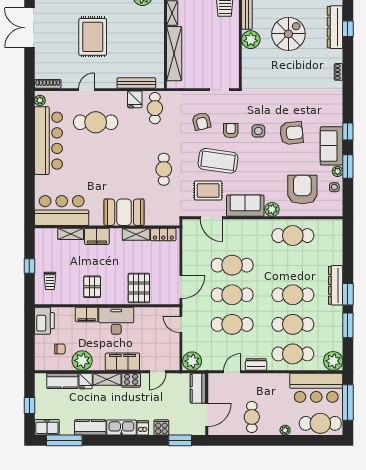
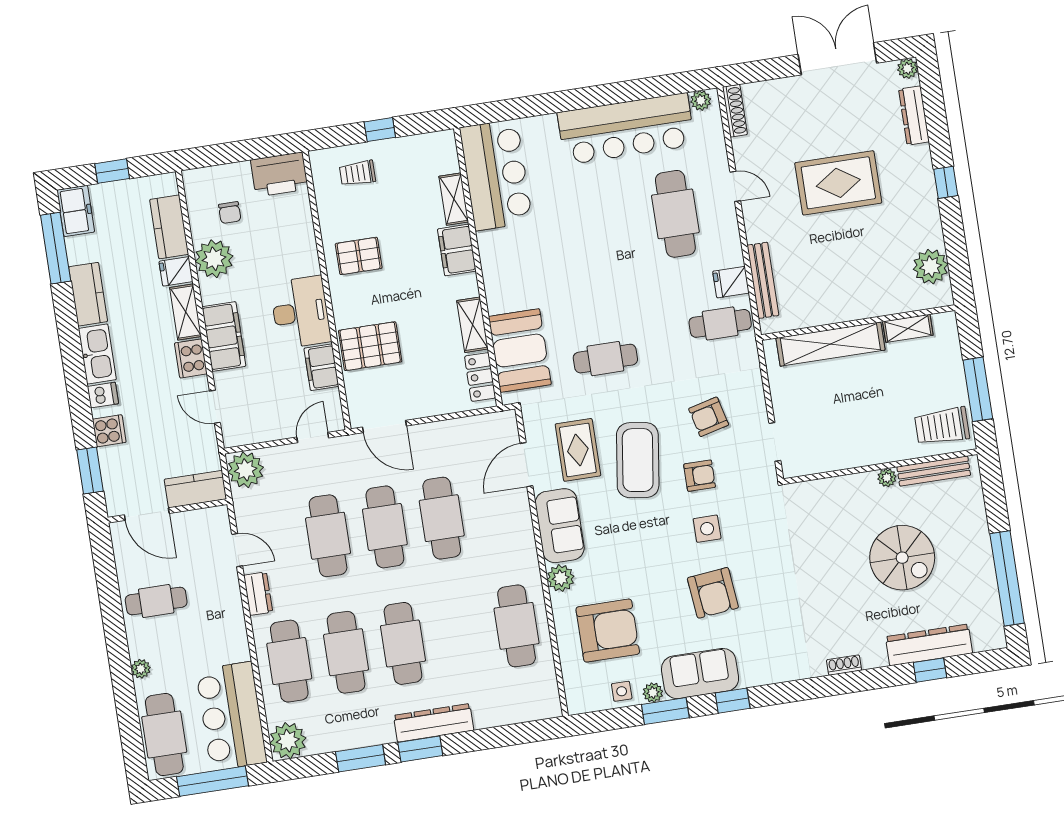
plant: (251, 40) -> (887, 478), width x0.53, depth x0.53
booth: (124, 212) -> (520, 350), moved
filing cabinet: (87, 314) -> (321, 367), moved

